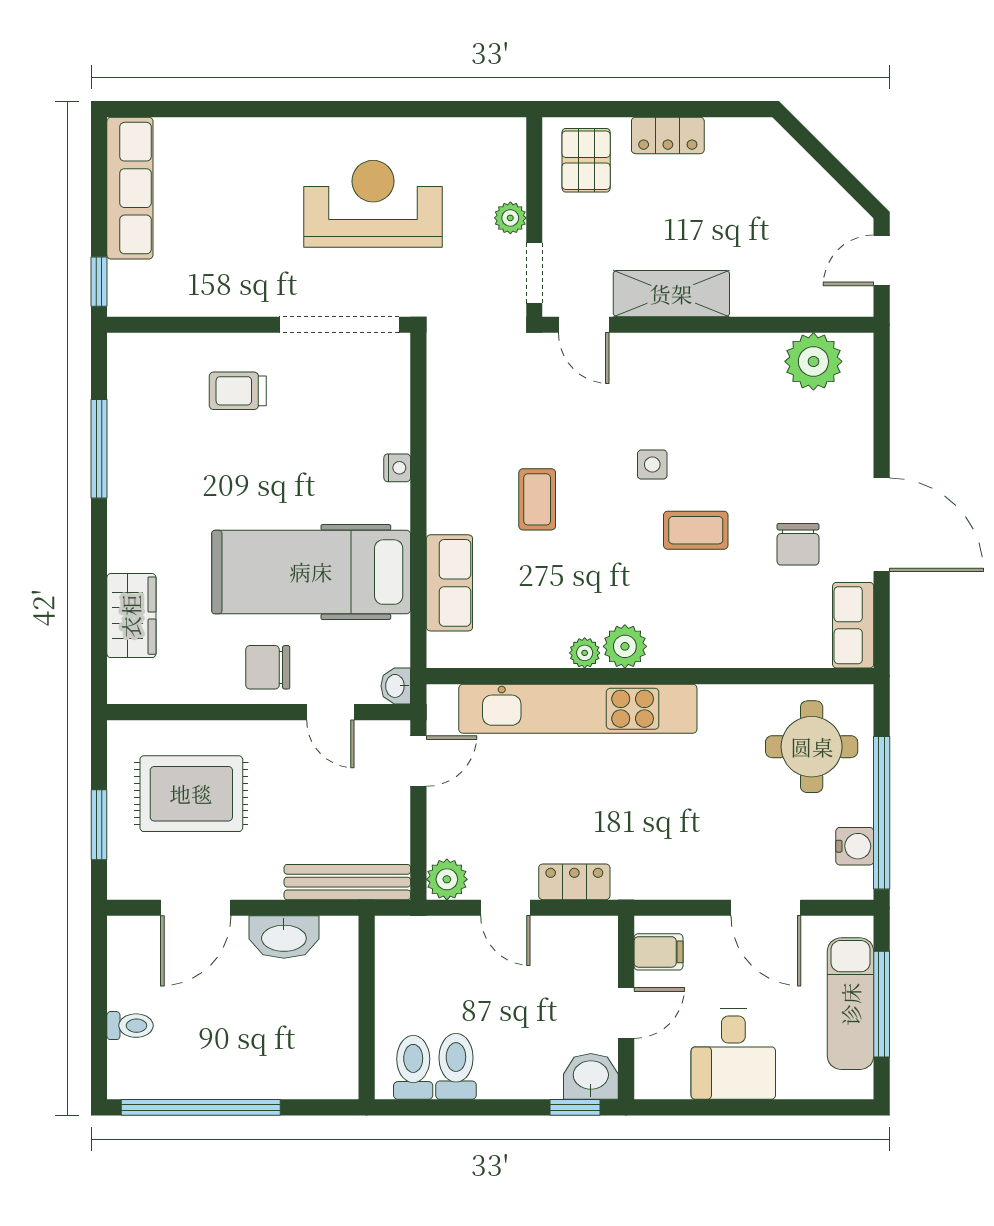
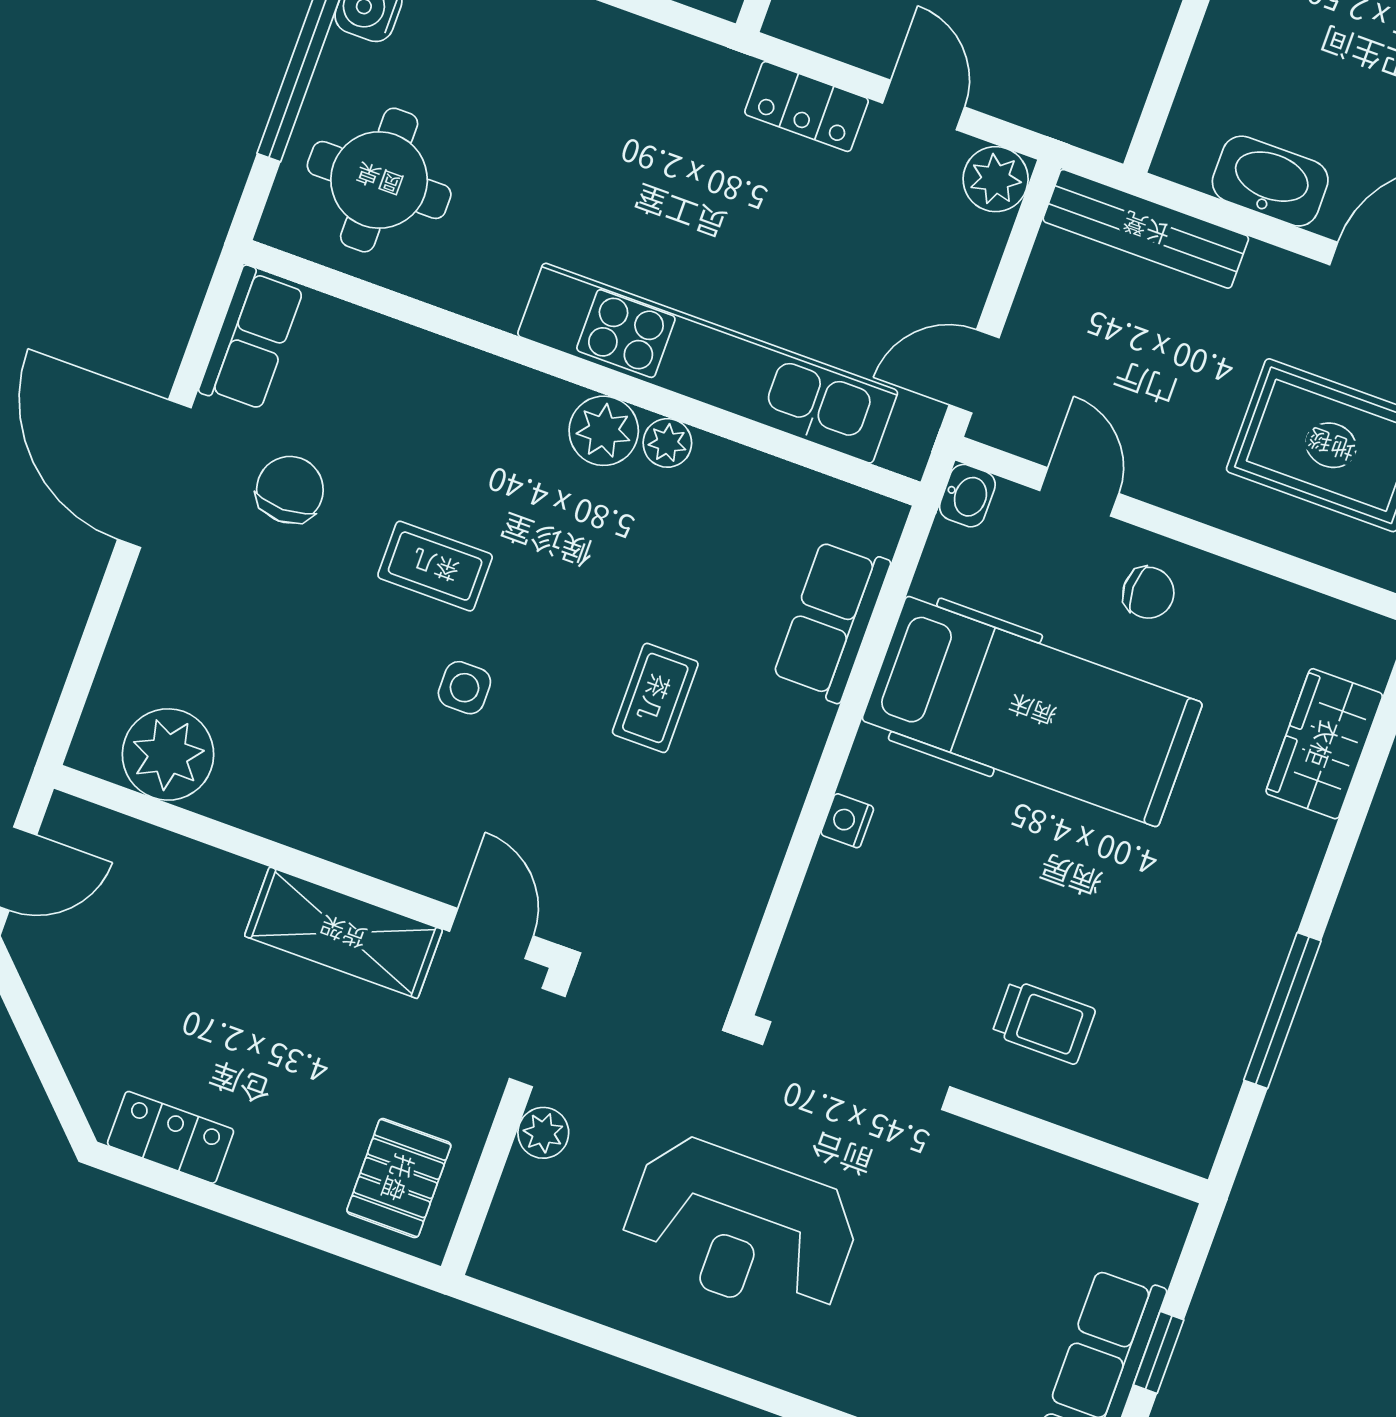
locker: (668, 135) -> (171, 1137), moved
window: (99, 282) -> (1159, 1352), moved
chair: (268, 667) -> (1148, 593), width x0.73, depth x0.73

